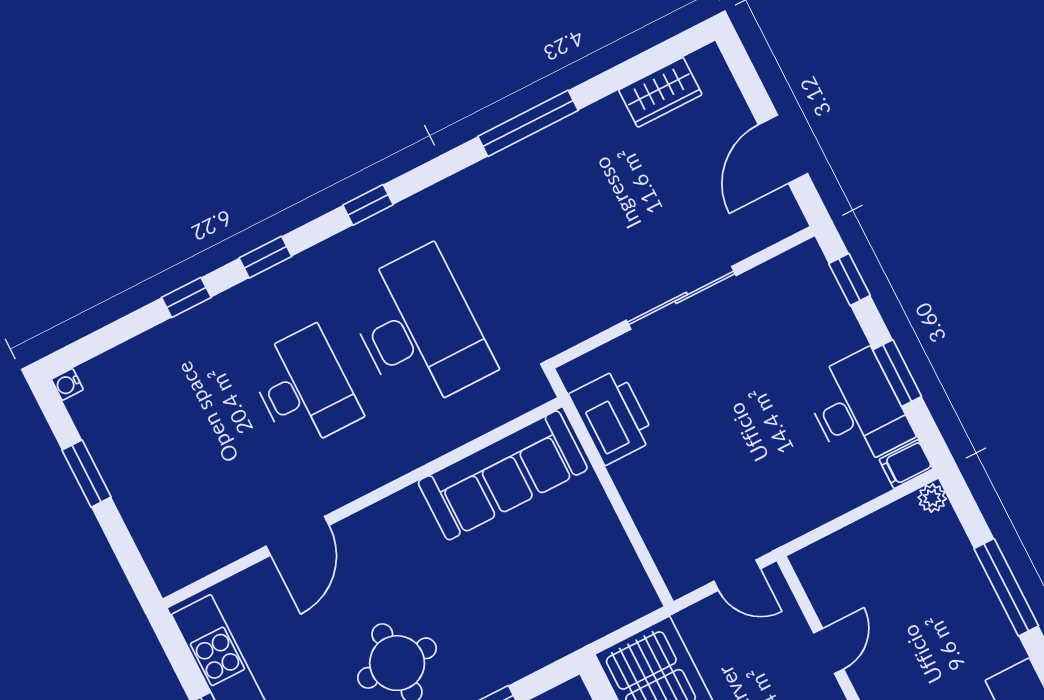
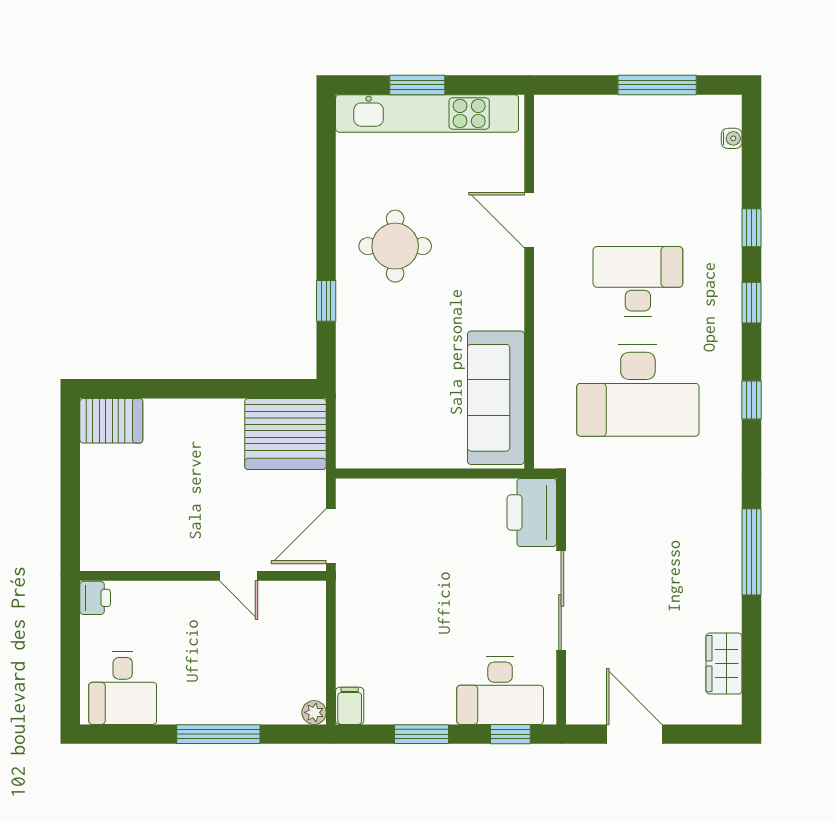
water cooler: (67, 384) -> (732, 138), moved, turned 90
desk: (304, 388) -> (638, 282), turned 180
desk: (858, 409) -> (500, 691), moved
printer: (612, 417) -> (532, 512), moved, turned 90
window: (87, 474) -> (657, 85), width x1.44
door: (737, 575) -> (331, 536), width x1.38

